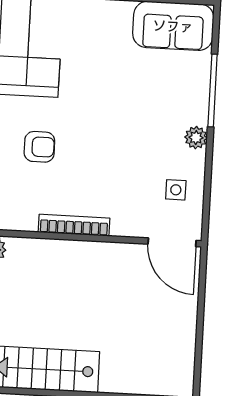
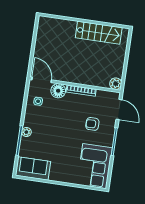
plant: (196, 138) -> (26, 132), moved
floor lamp: (130, 220) -> (58, 91), added

